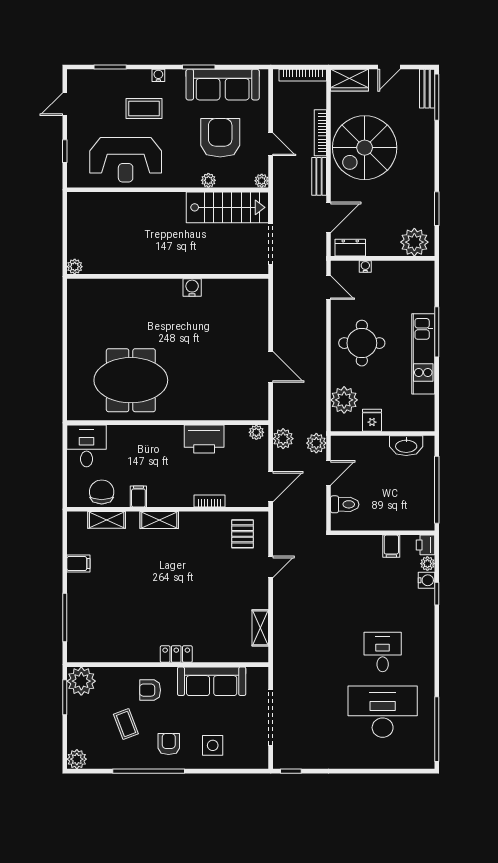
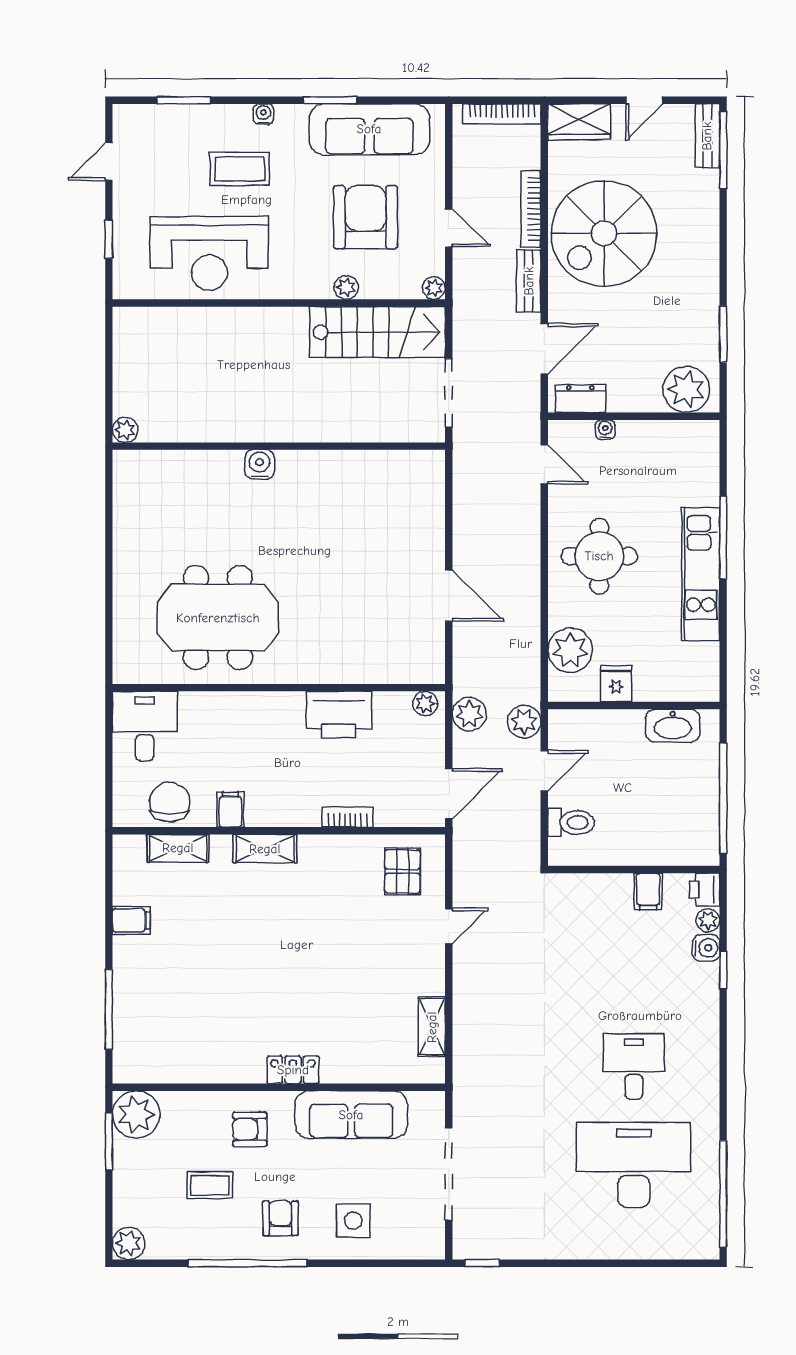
water cooler: (192, 288) -> (260, 464), moved
coffee table: (126, 724) -> (210, 1185), turned -69

